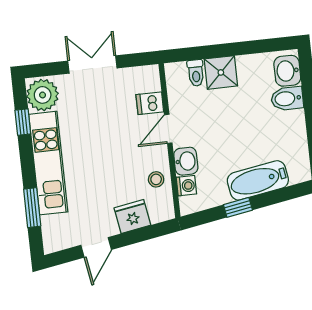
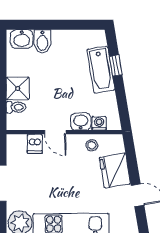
window: (238, 207) -> (116, 66), moved
fridge: (132, 216) -> (115, 171), width x1.36, depth x1.34

